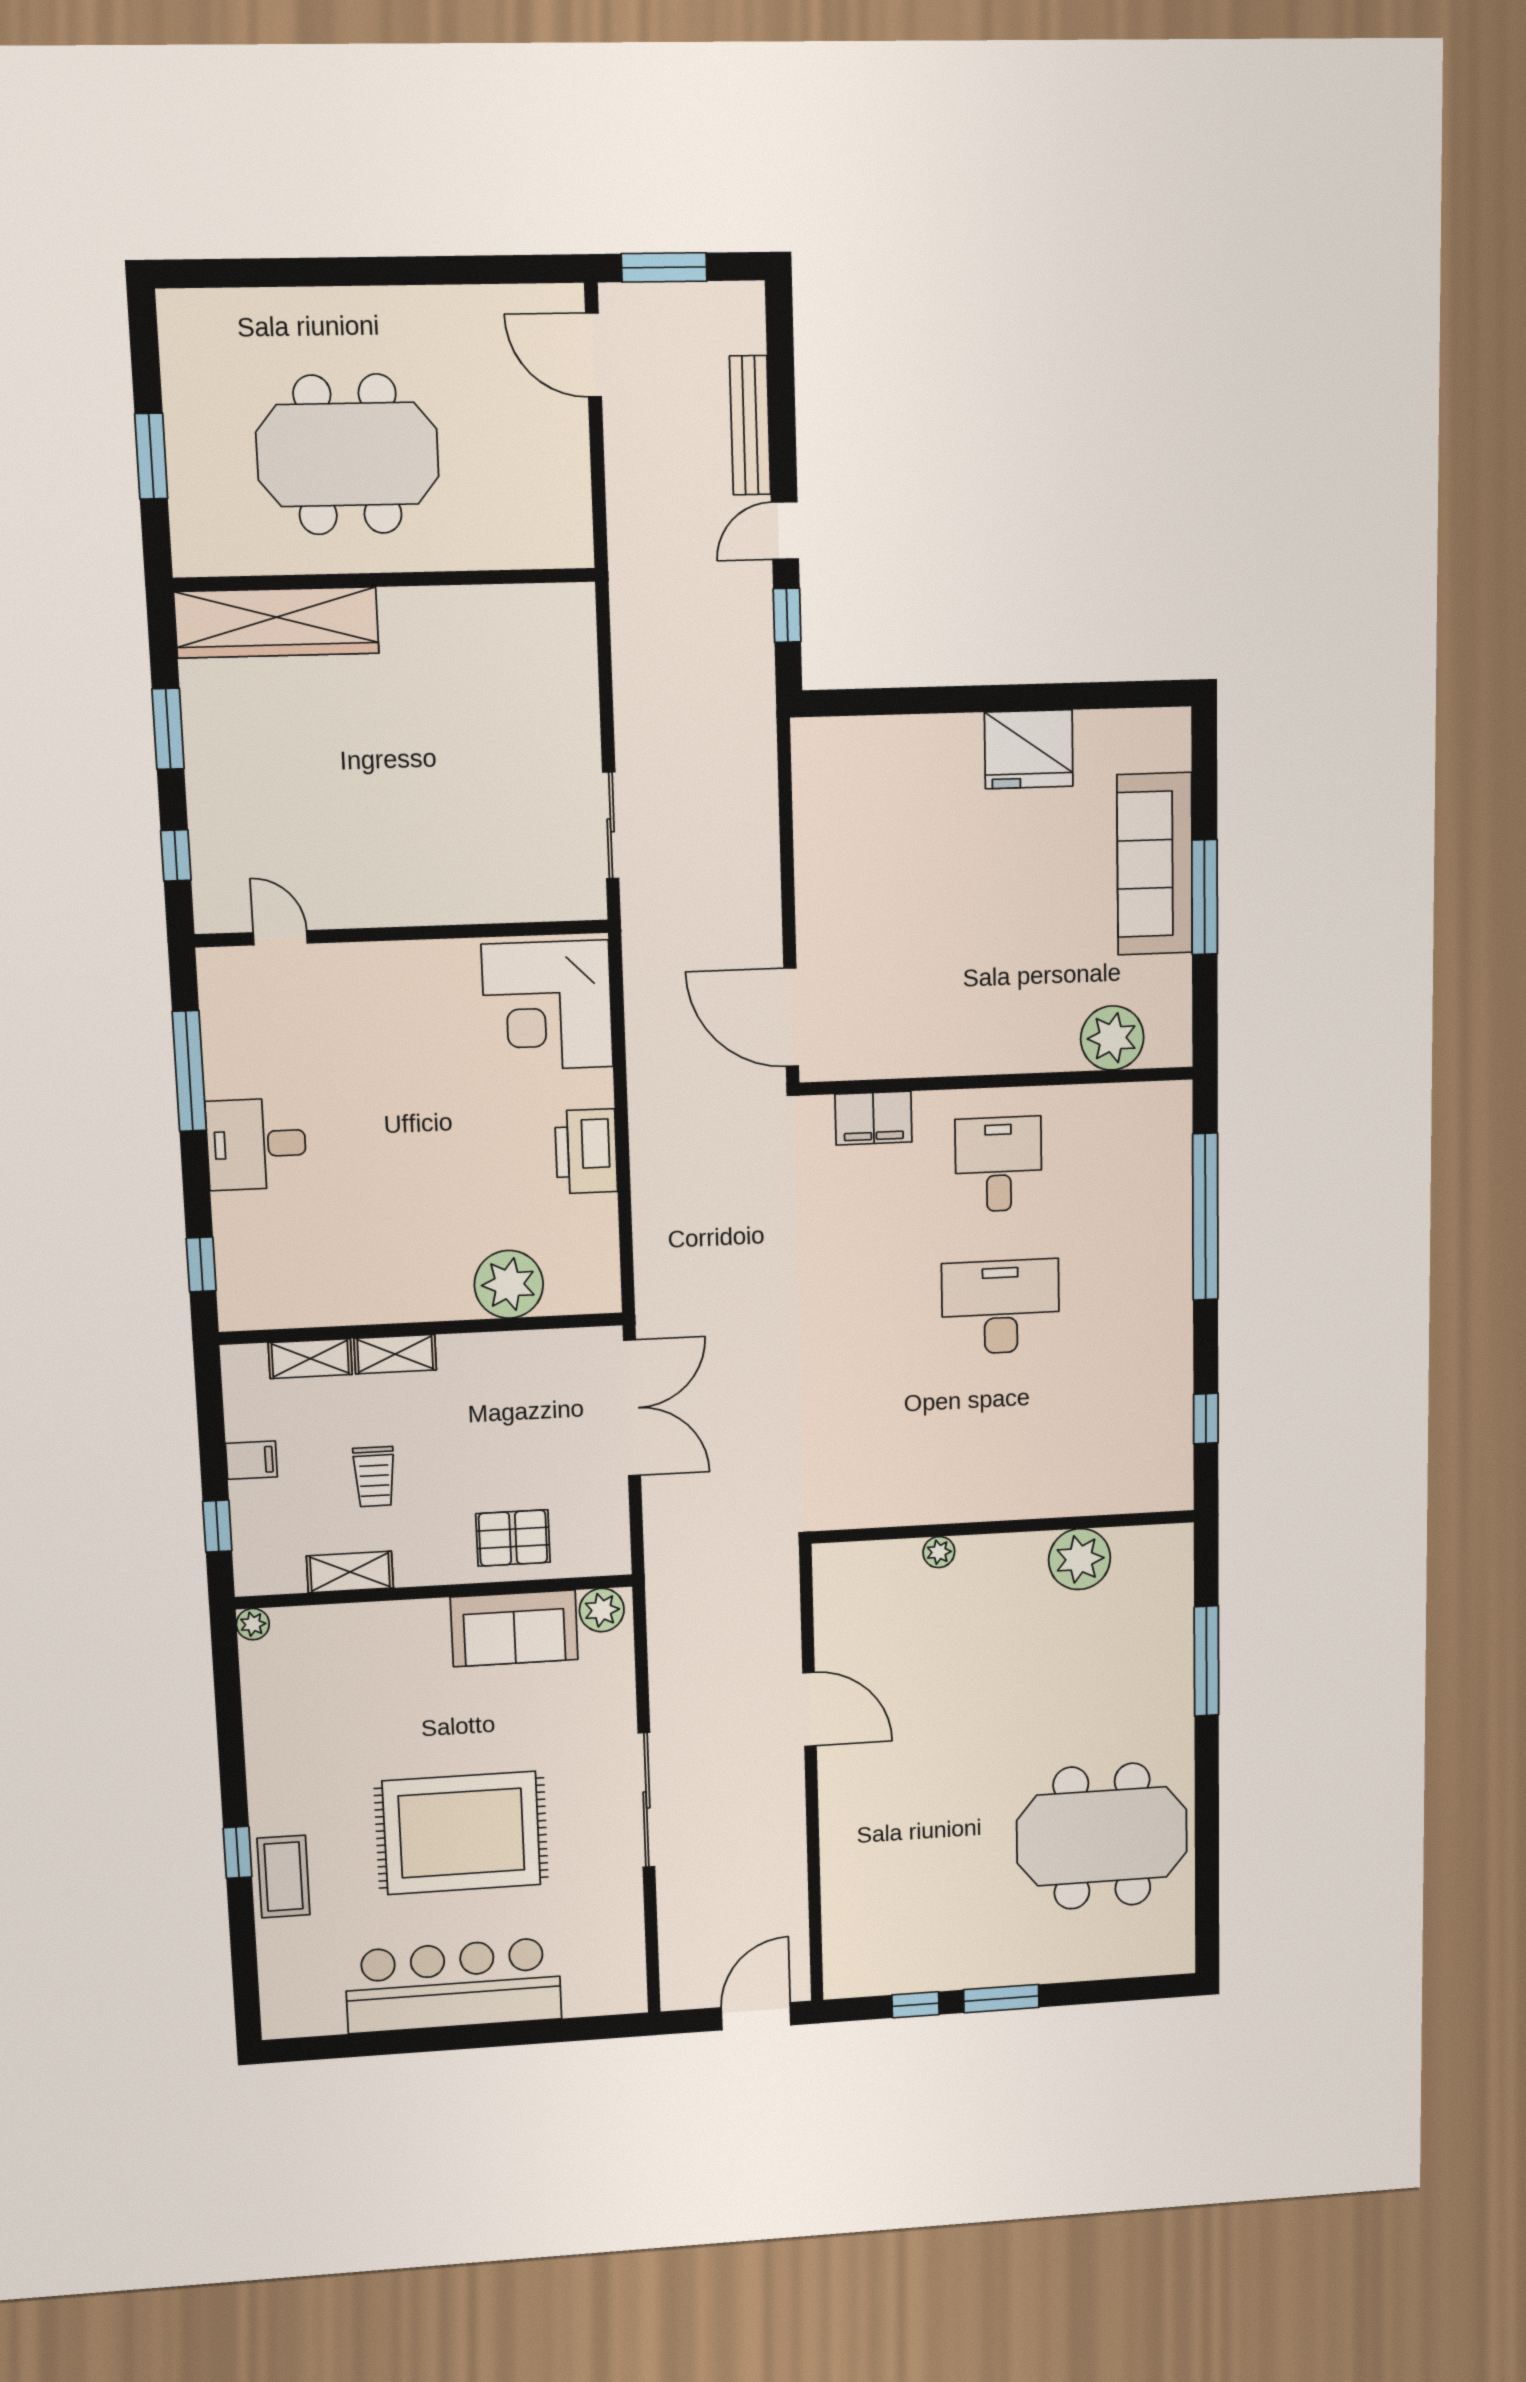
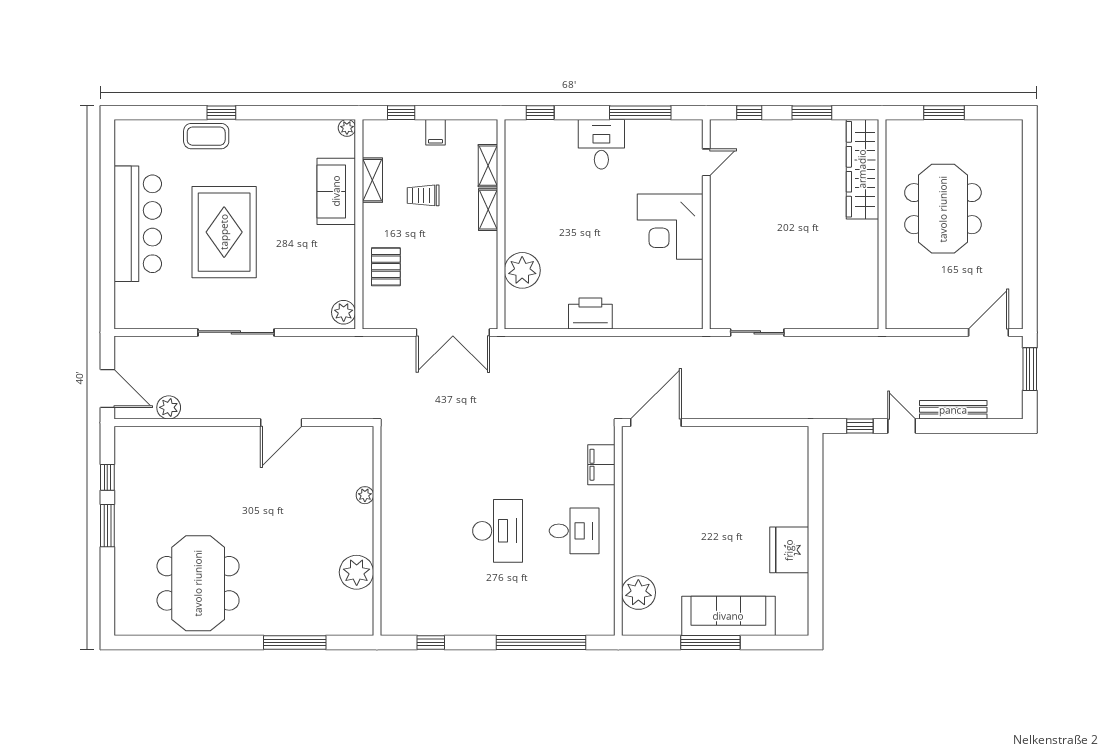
corner desk: (547, 1006) -> (670, 227), moved, turned -90
sofa: (514, 1628) -> (336, 191), moved
plant: (787, 1908) -> (169, 407), added

